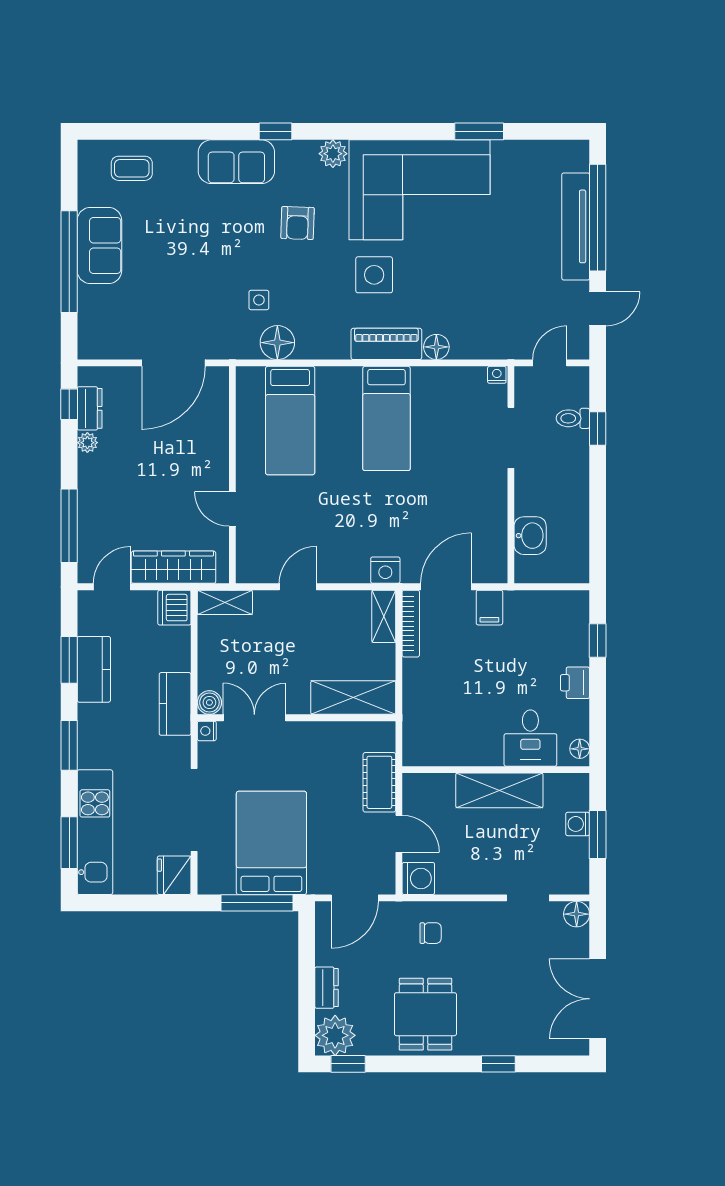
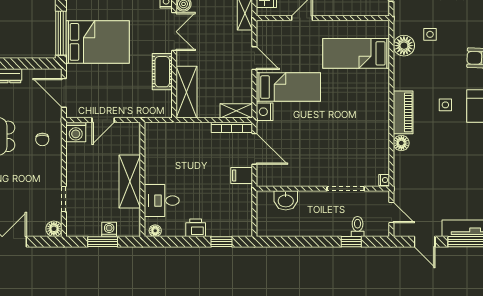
side table: (374, 275) -> (445, 105), width x0.54, depth x0.54
bed: (386, 418) -> (288, 87), moved, turned 180
cot: (379, 782) -> (162, 72), moved, turned 90

